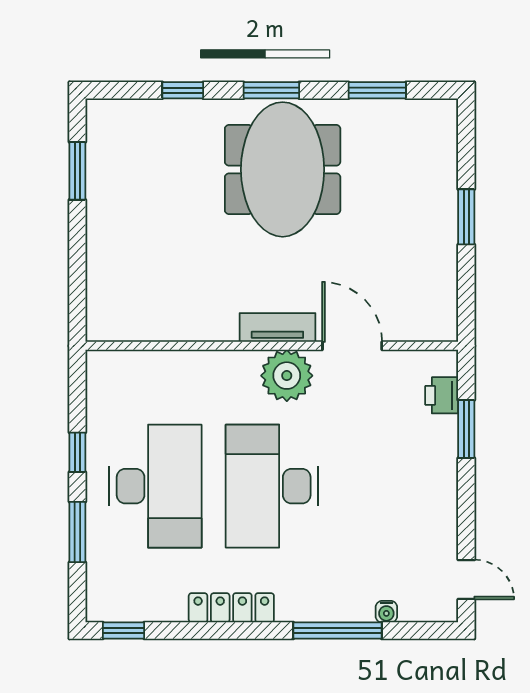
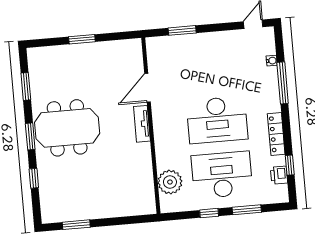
plant: (287, 376) -> (170, 182), moved
printer: (442, 395) -> (279, 175), moved, turned 90
window: (123, 631) -> (290, 165), moved

